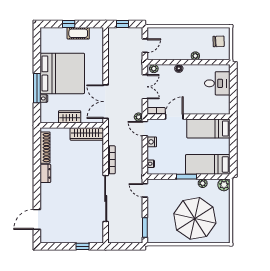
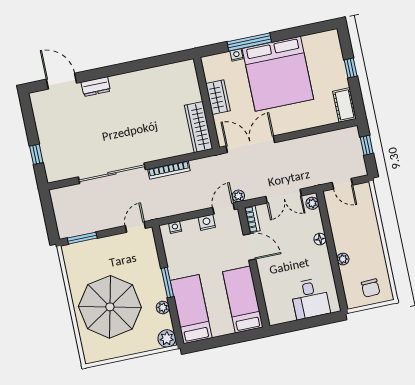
cot: (78, 33) -> (344, 105), moved
shoe rack: (45, 148) -> (167, 71), removed
dresser: (45, 173) -> (96, 87), moved

